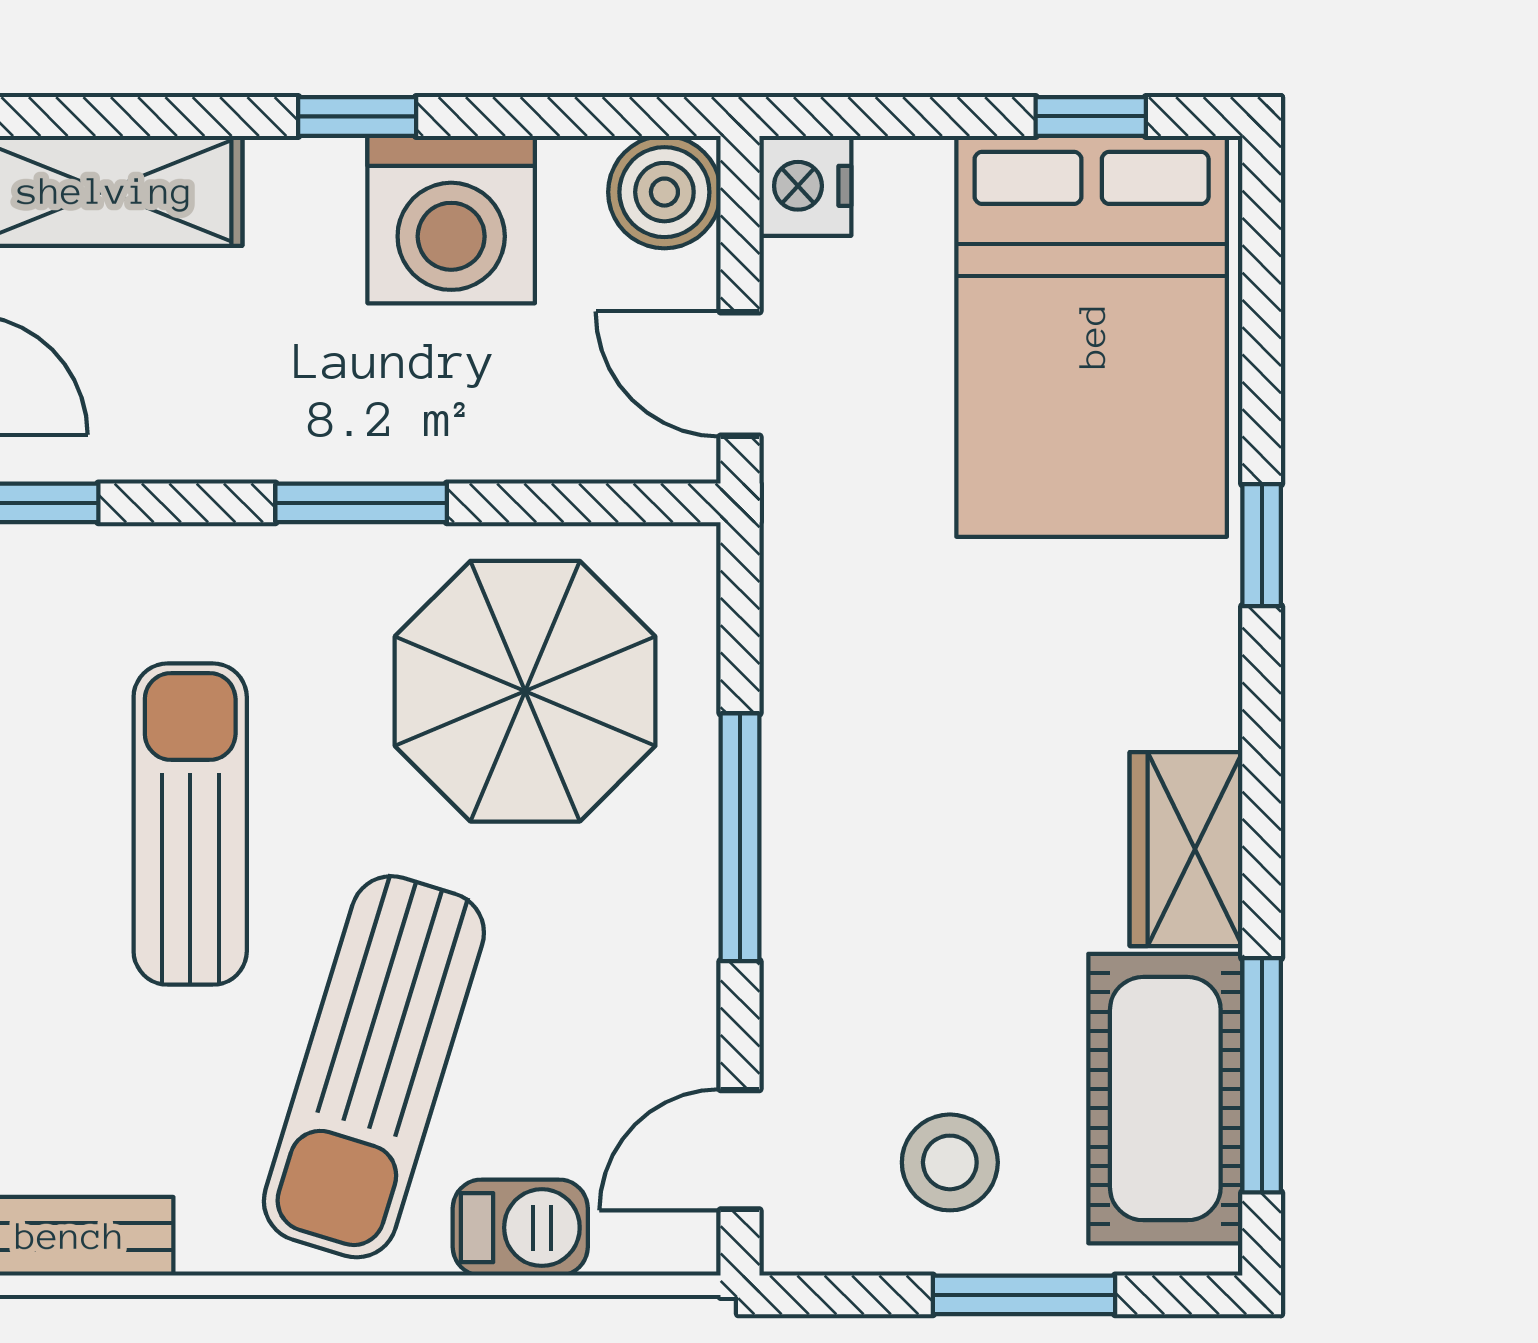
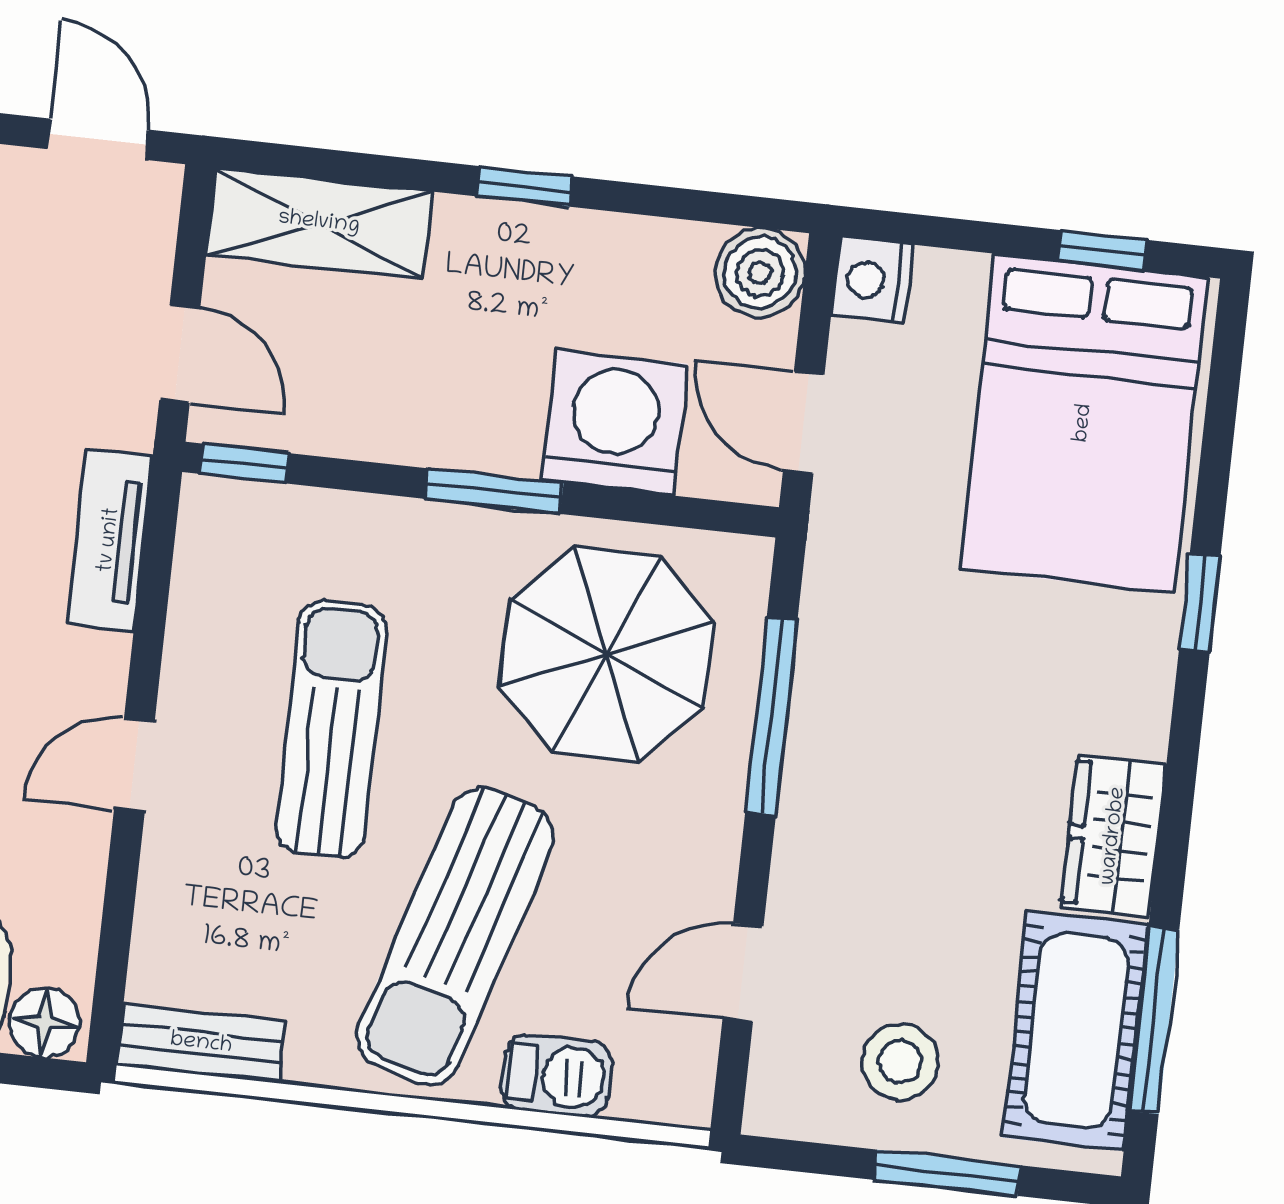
washing machine: (451, 220) -> (614, 422), moved, turned 180
window: (740, 837) -> (771, 716), moved
door: (740, 1150) -> (743, 973), moved

